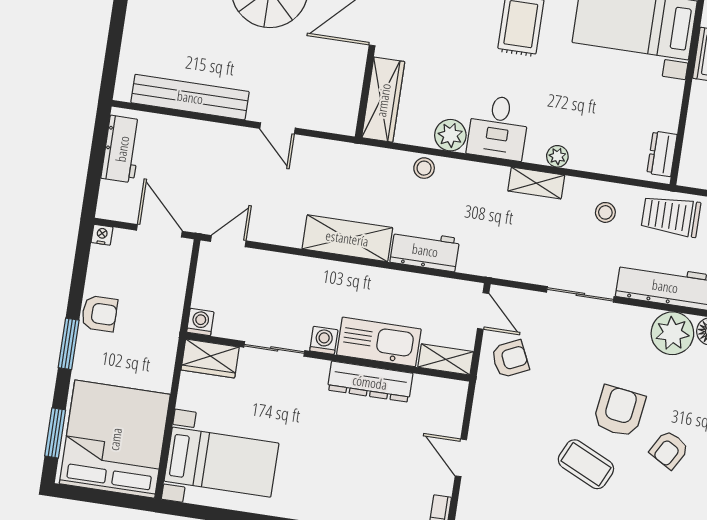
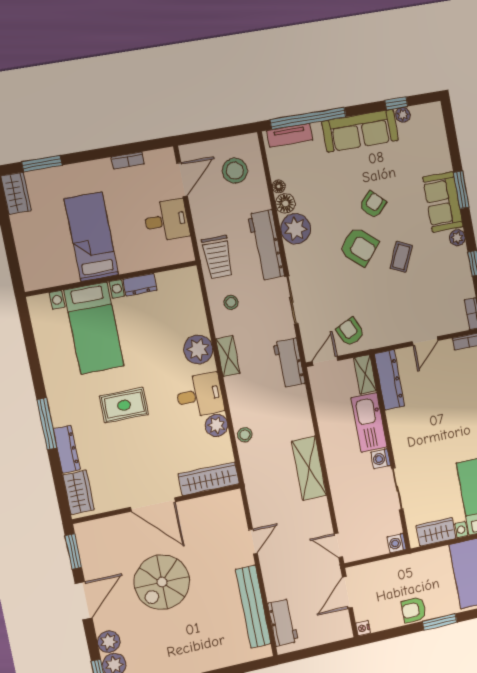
workbench: (122, 149) -> (283, 622), moved, turned 90
dresser: (662, 154) -> (140, 285), moved
plant: (557, 156) -> (198, 350), width x1.88, depth x1.88
workbench: (425, 250) -> (289, 363), moved
armchair: (99, 314) -> (414, 610), turned -90
wardrobe: (210, 358) -> (436, 532), moved, turned -90
dresser: (370, 382) -> (389, 380), moved
armchair: (619, 411) -> (359, 247), turned -147
armchair: (669, 450) -> (373, 204), turned -76
coffee table: (586, 464) -> (401, 257), width x0.73, depth x0.77

